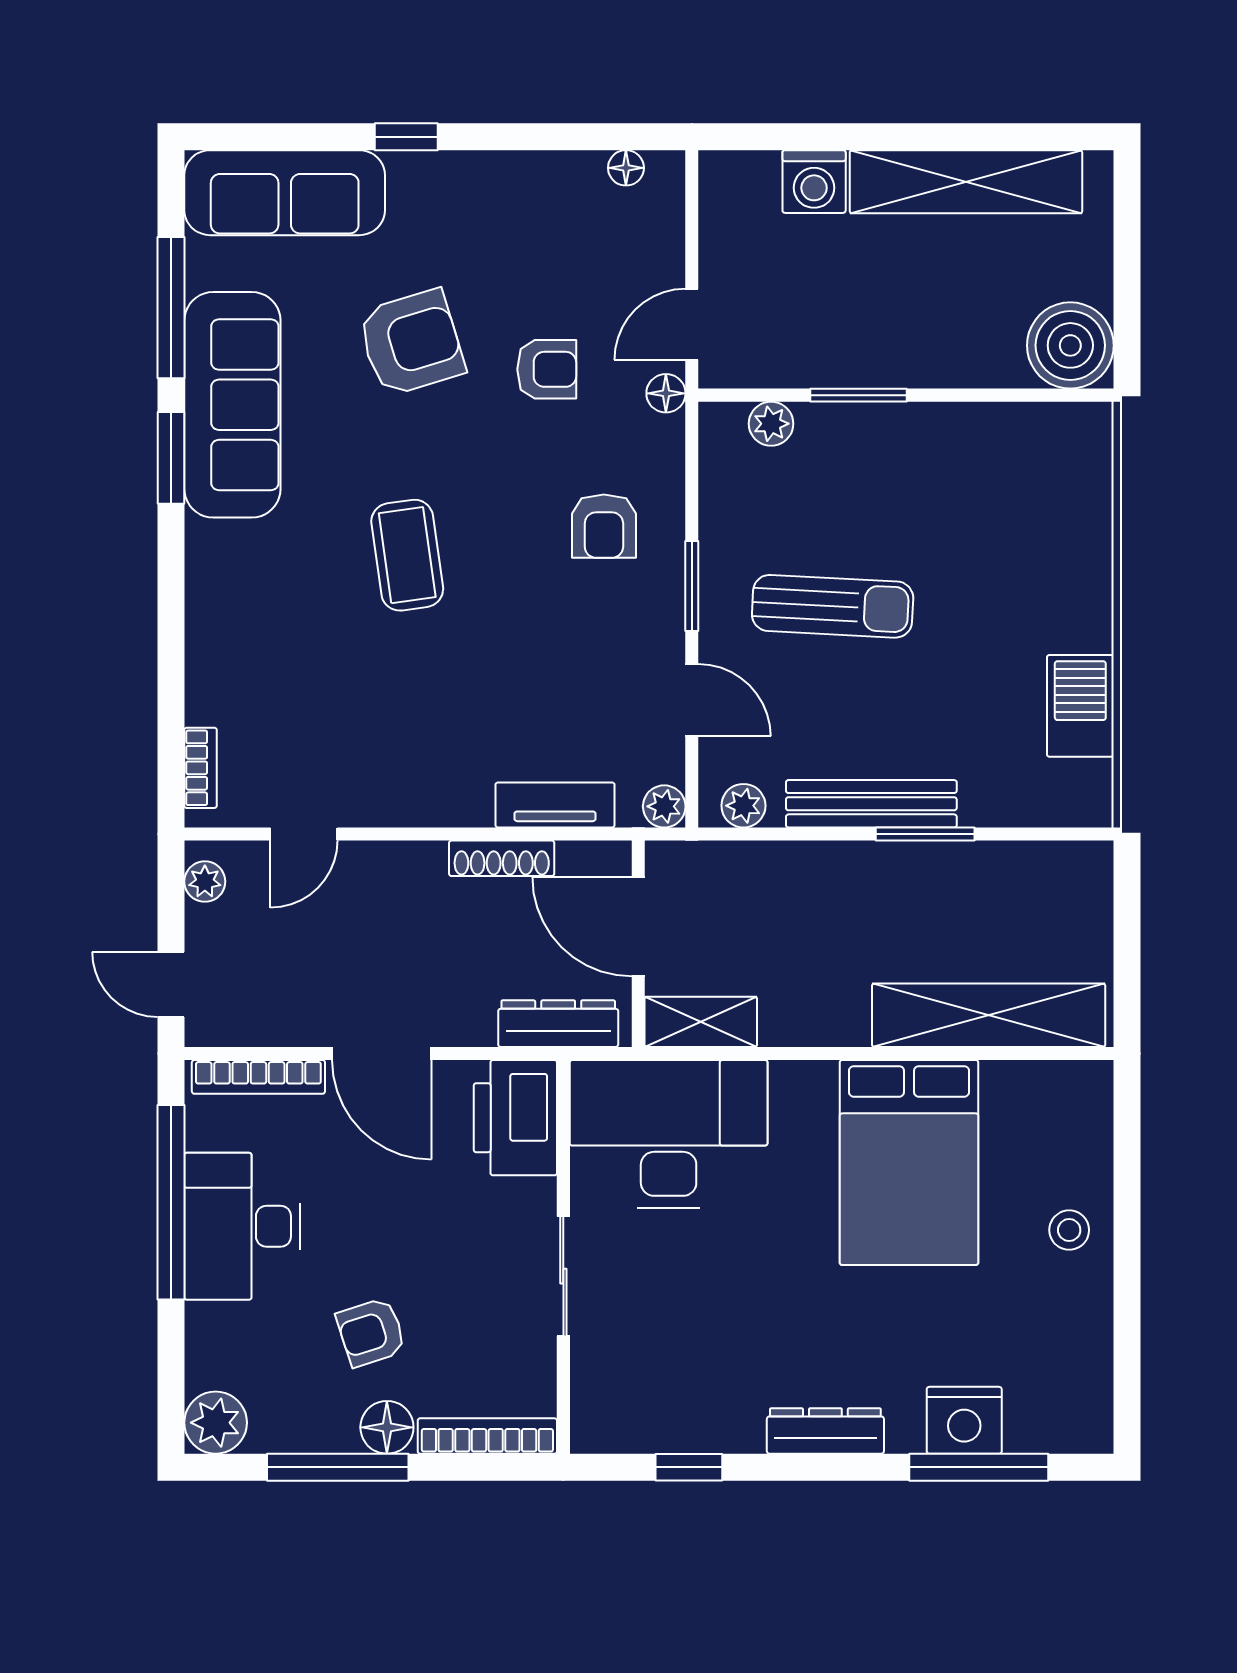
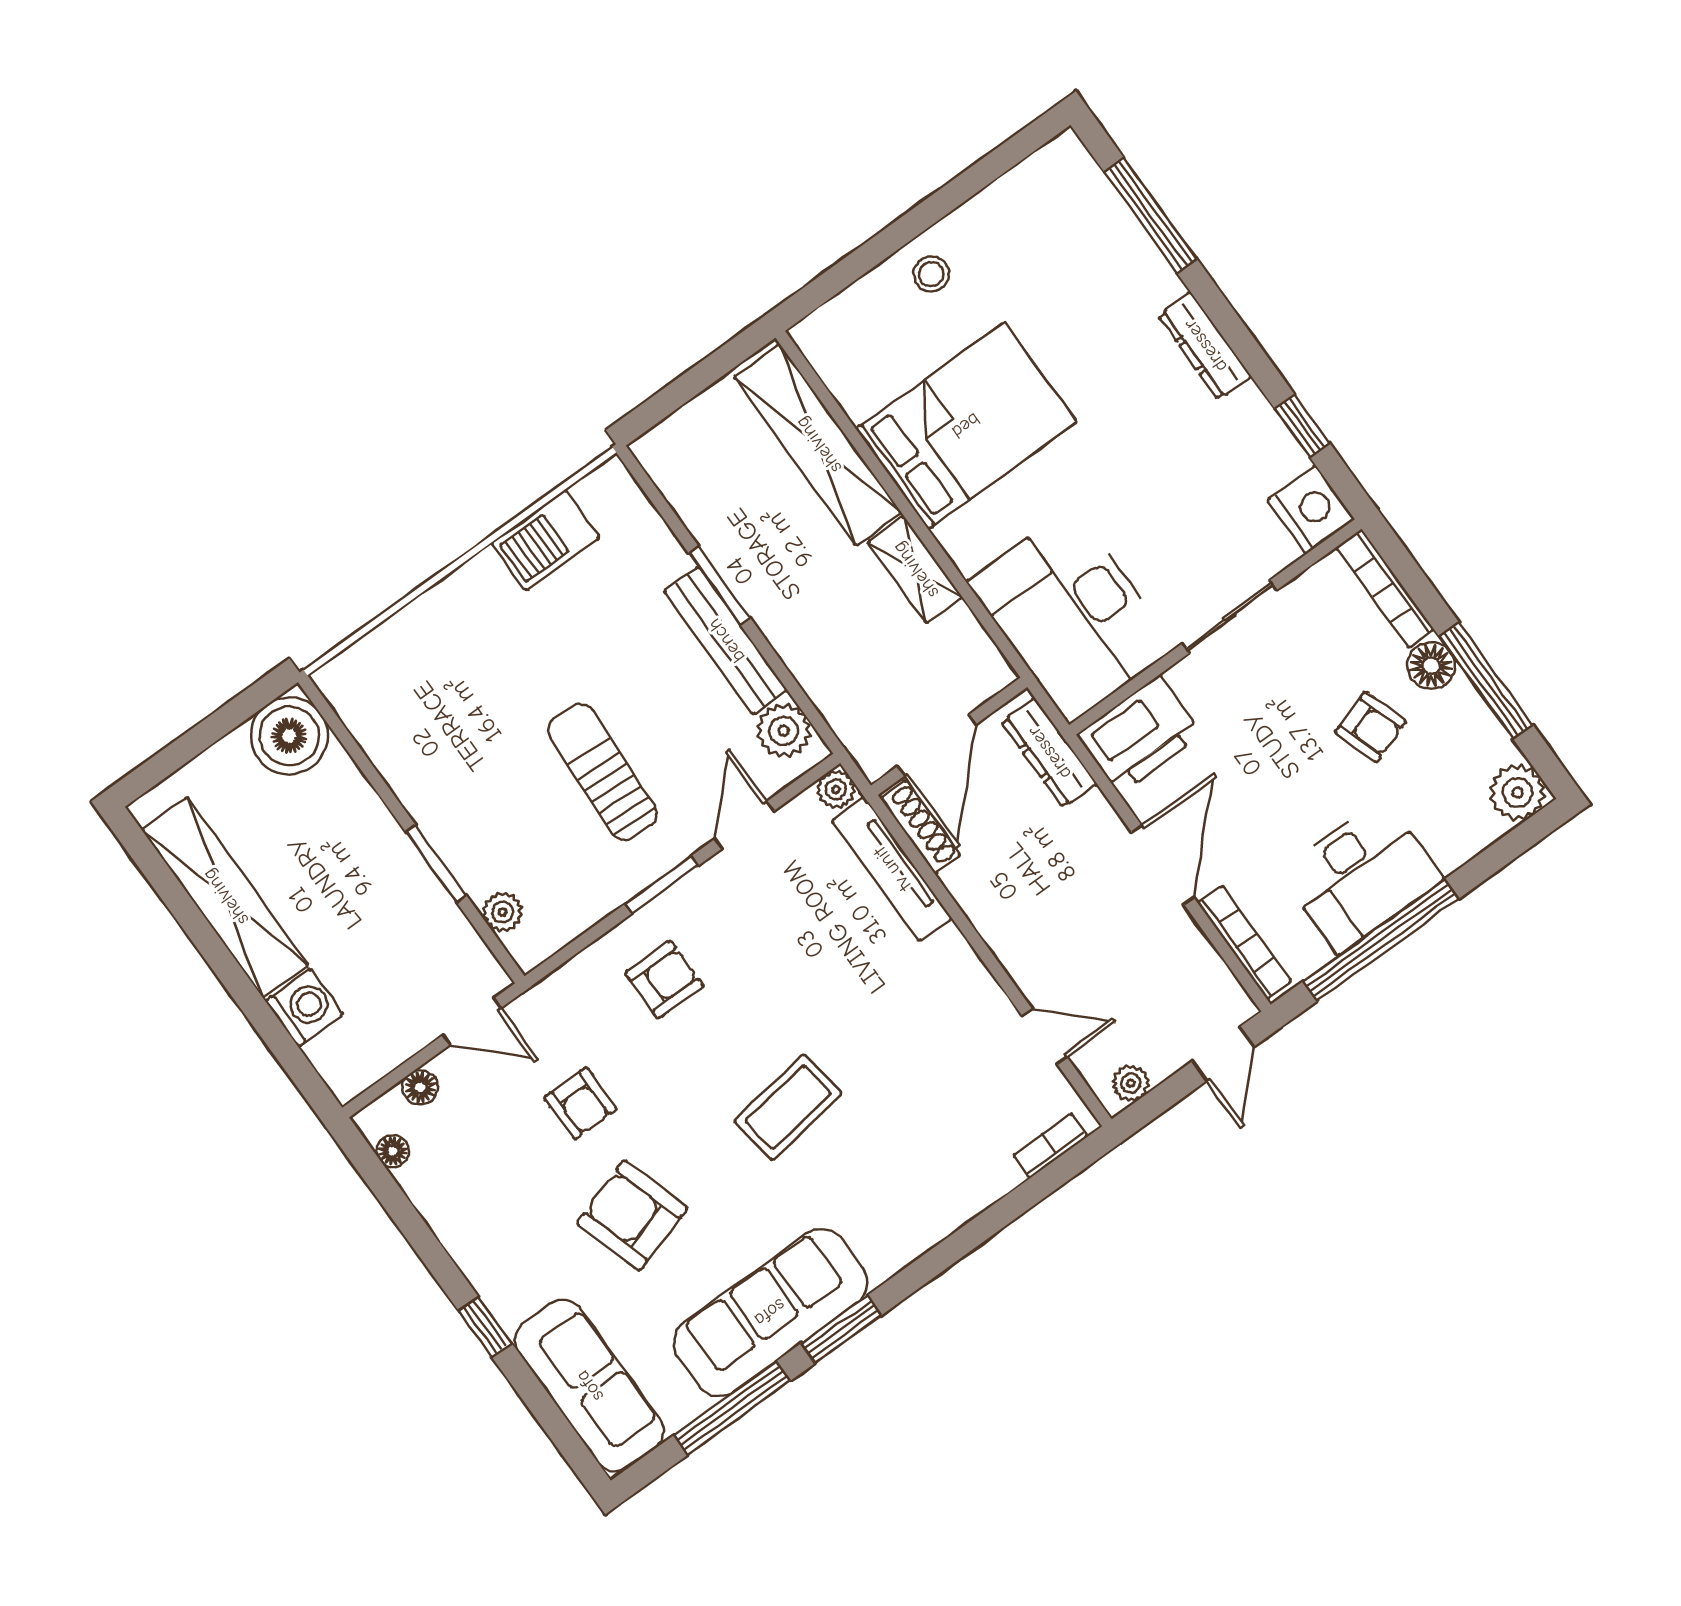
armchair: (547, 369) -> (580, 1103), turned 180
floor lamp: (666, 393) -> (420, 1087), moved
tv unit: (555, 805) -> (892, 869), width x1.41
plant: (743, 806) -> (784, 731), width x1.38, depth x1.38
shoe rack: (502, 858) -> (920, 827), moved
shelving: (701, 1022) -> (915, 570), moved
nightstand: (964, 1420) -> (1311, 510), moved

